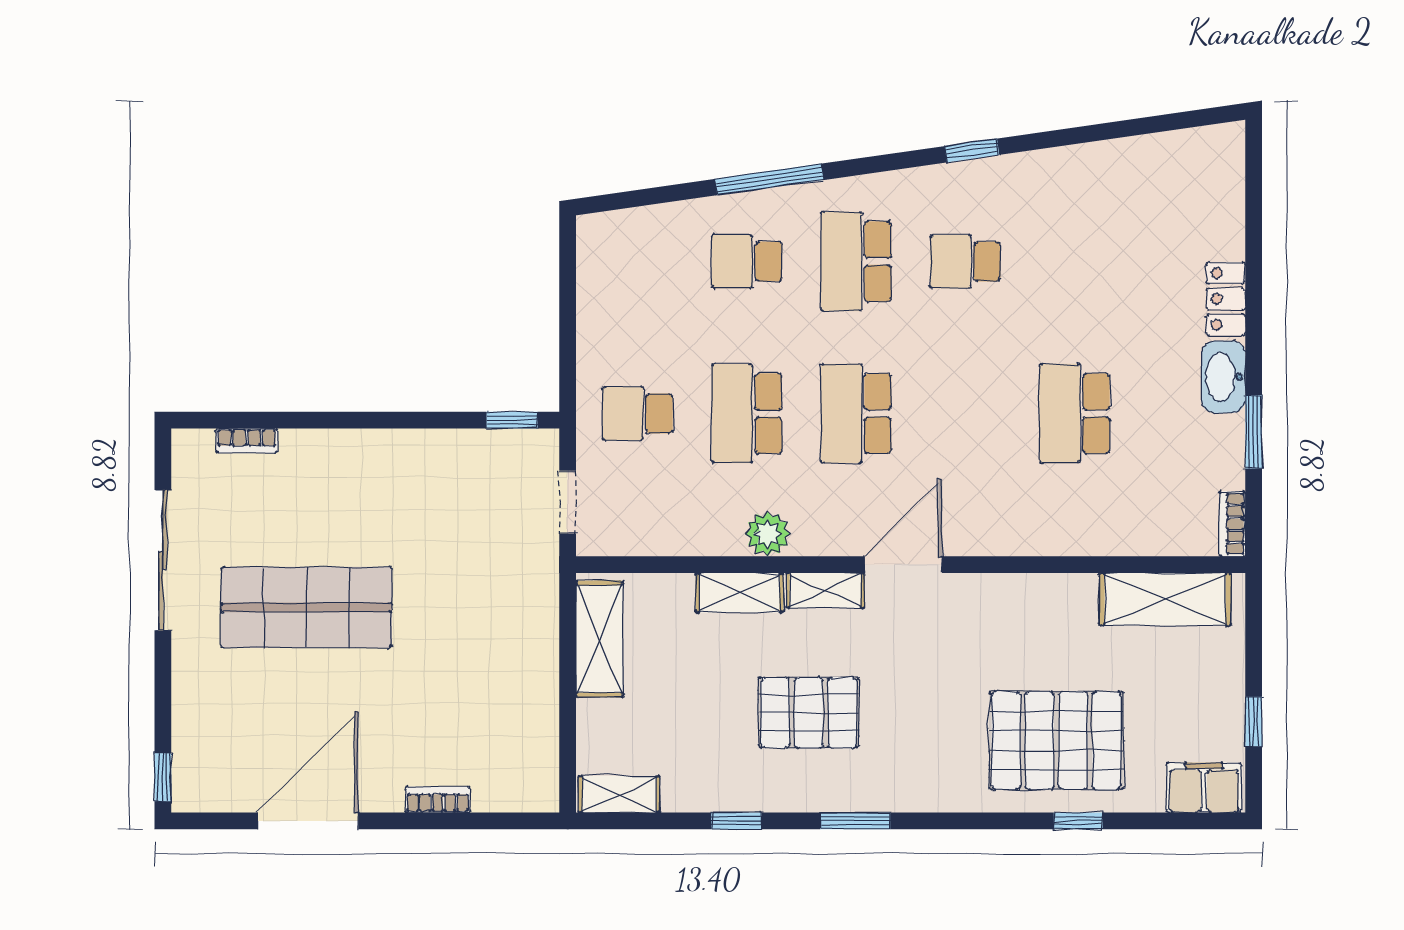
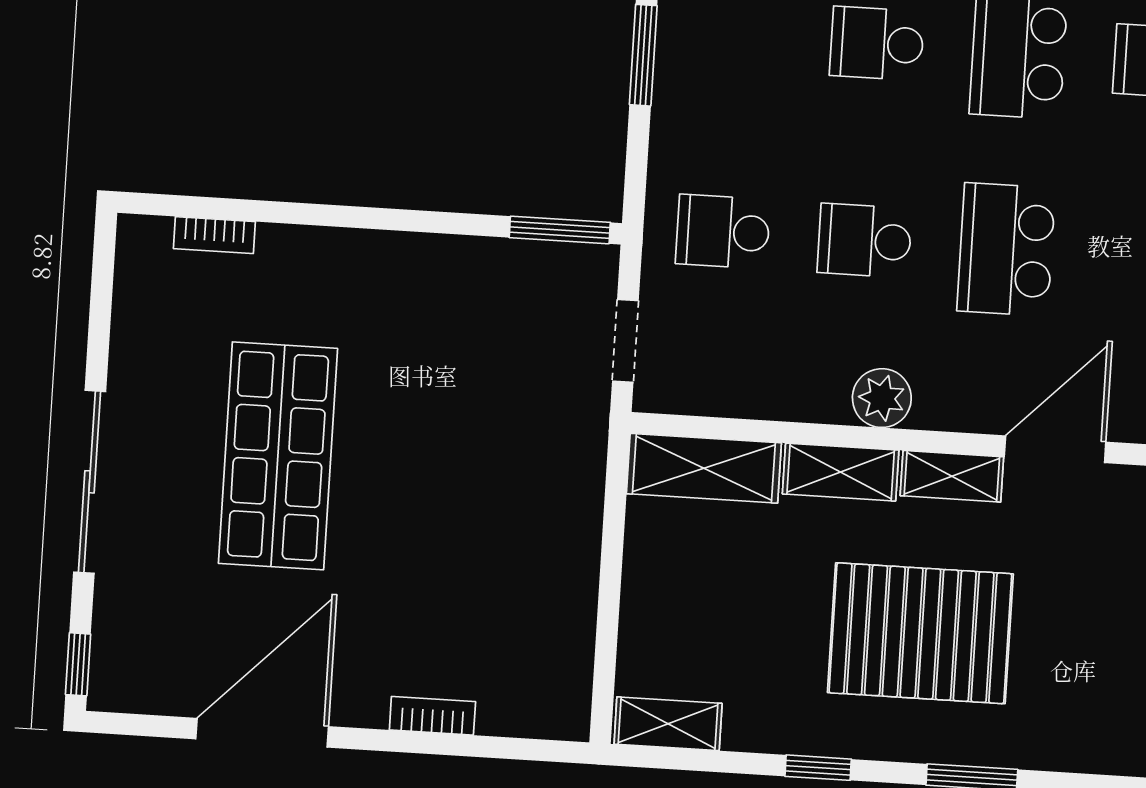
window: (568, 282) -> (643, 55), added
school desk: (747, 413) -> (865, 240), width x0.54
window: (512, 420) -> (560, 230), width x1.50
sliding door: (163, 560) -> (90, 482), moved
shop shelf: (306, 607) -> (278, 456), turned 90
shelving: (599, 639) -> (704, 468), moved, turned 90
pallet: (809, 713) -> (920, 633), width x1.37, depth x1.41

